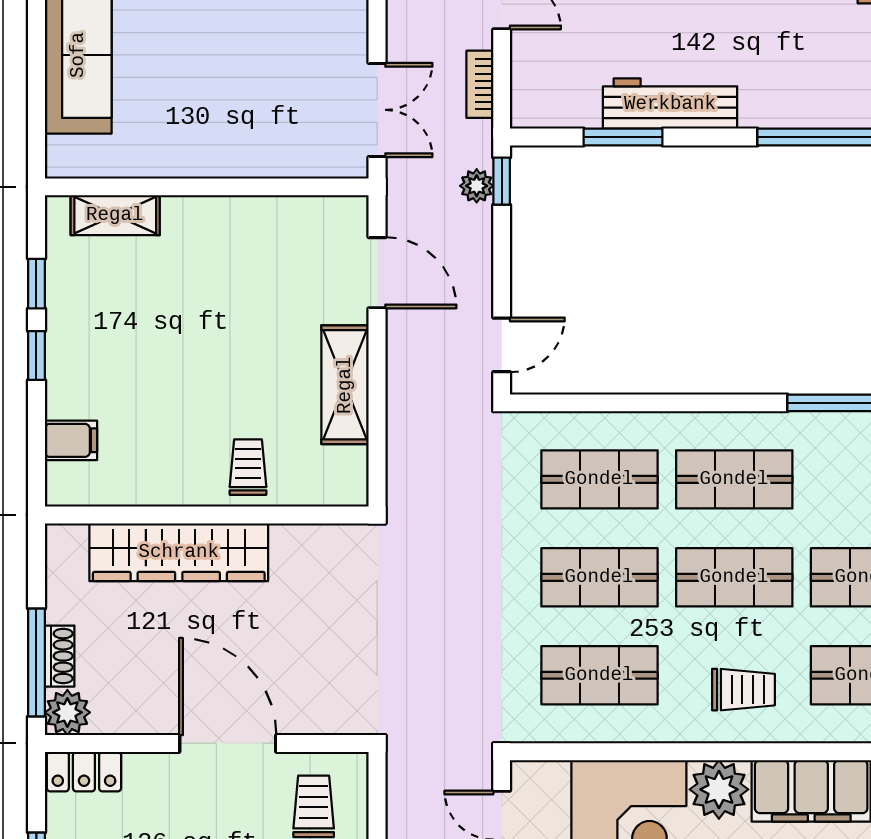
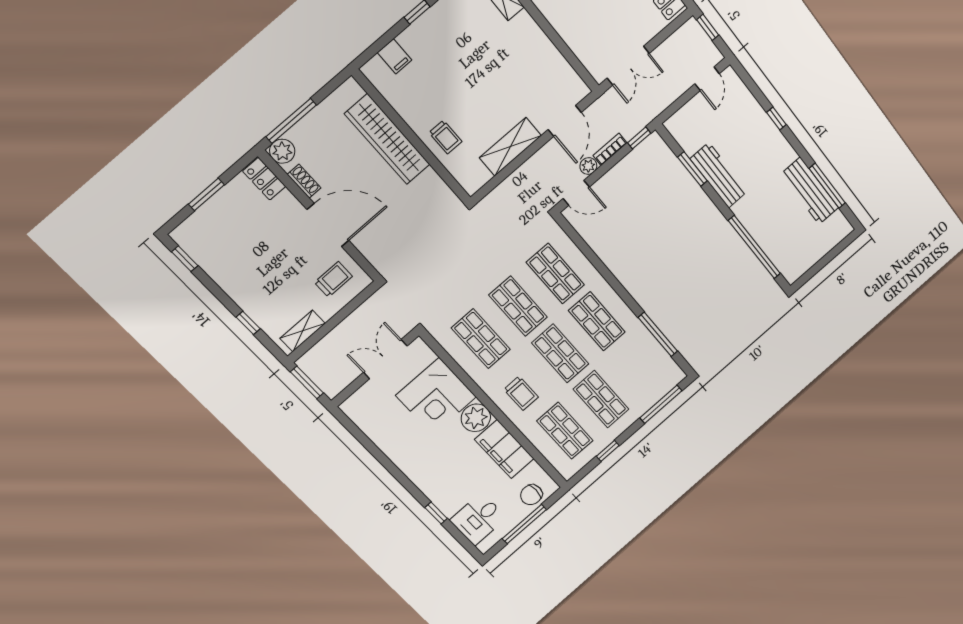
bookcase: (480, 84) -> (610, 149), moved
plant: (477, 186) -> (588, 166), moved
trolley: (248, 467) -> (445, 137), turned 90
shoe rack: (60, 656) -> (304, 181), moved, turned -90
door: (228, 743) -> (328, 225), hinge flipped

